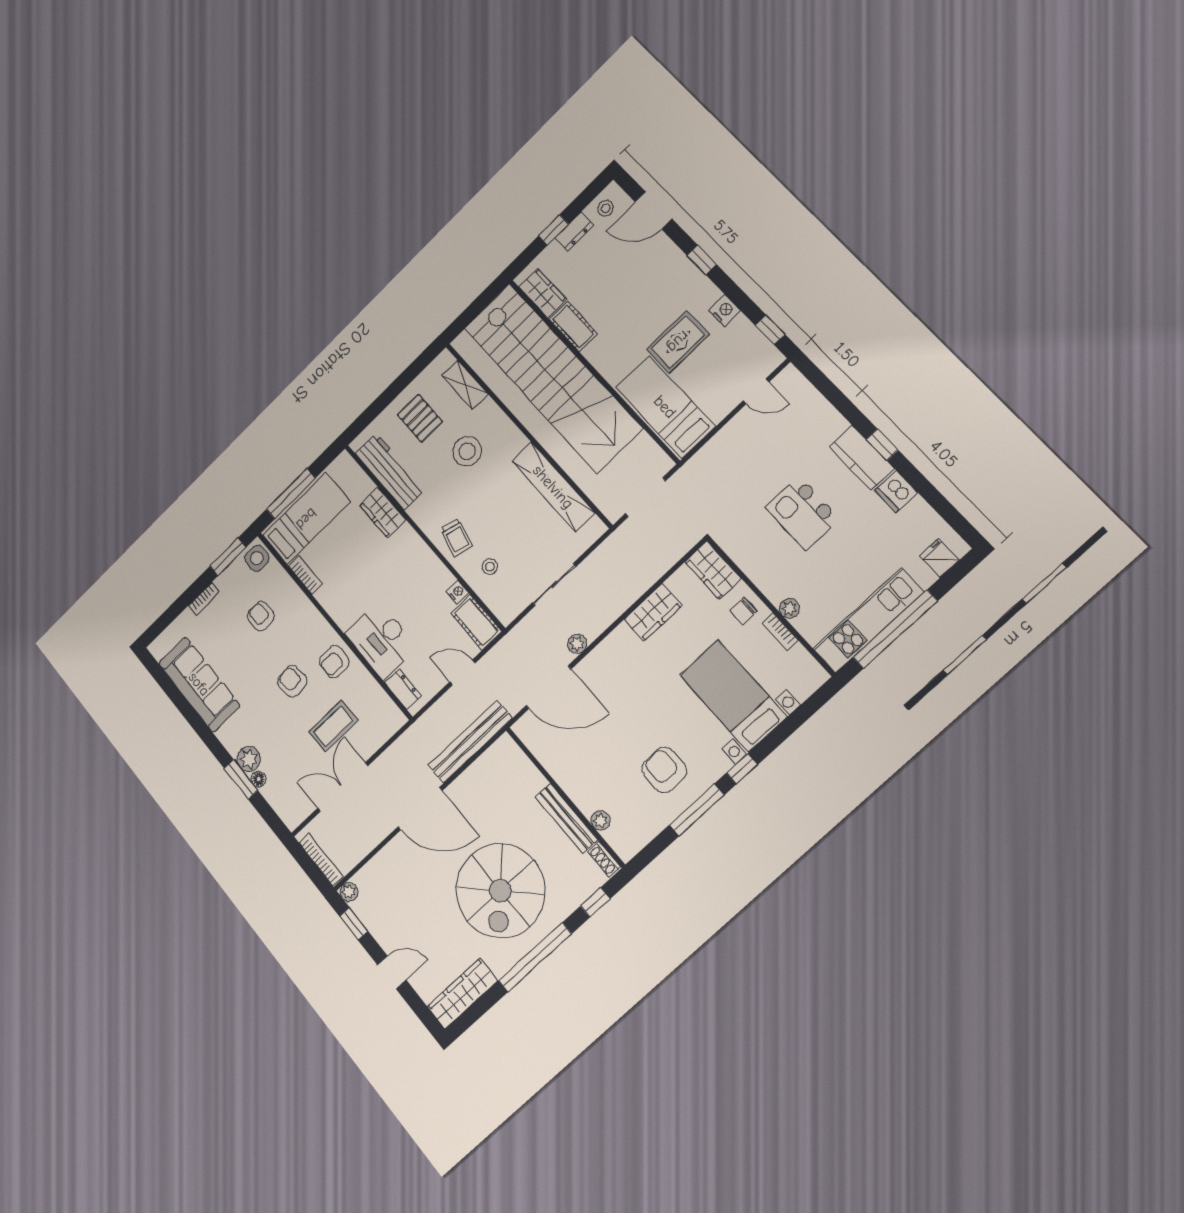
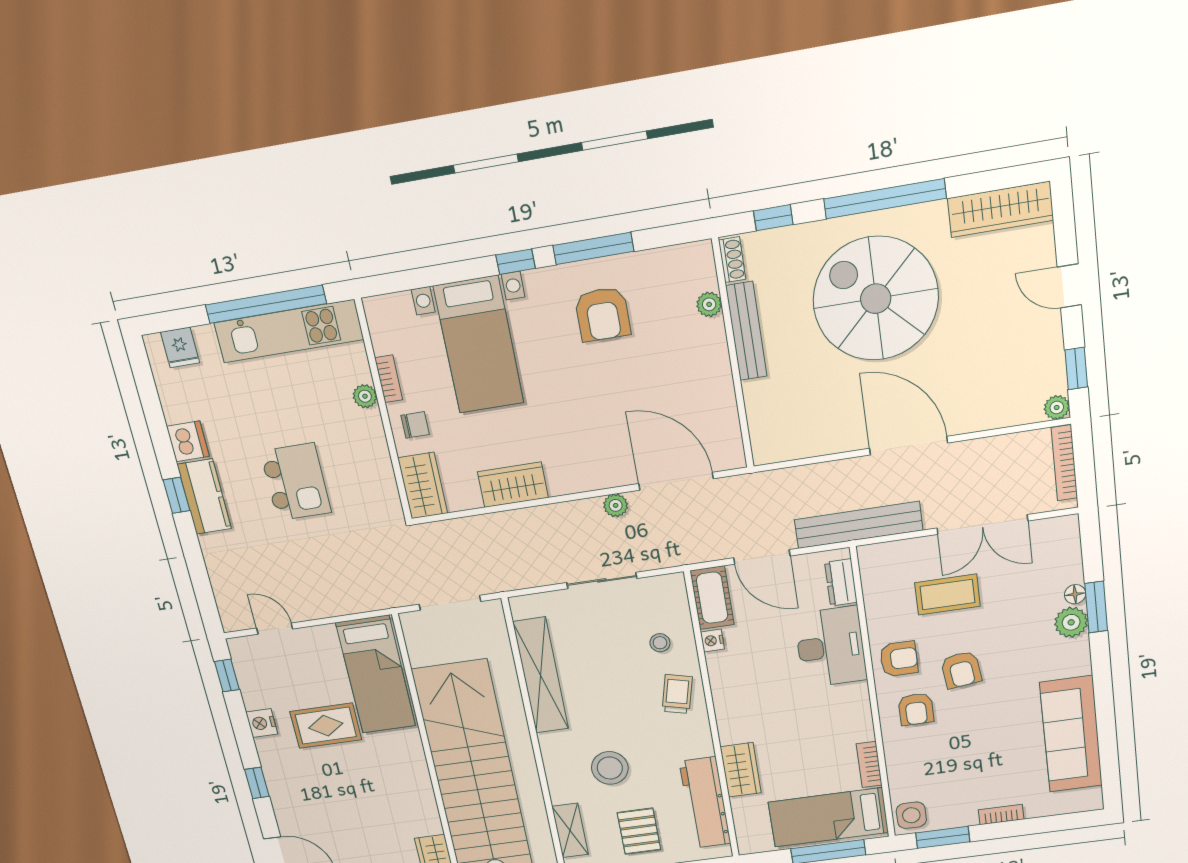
cot: (573, 326) -> (423, 809), removed
armchair: (261, 616) -> (916, 709), moved
door: (462, 672) -> (762, 557), width x1.38
bench: (470, 742) -> (859, 525), moved
spiral stairs: (500, 891) -> (876, 299), turned -90

